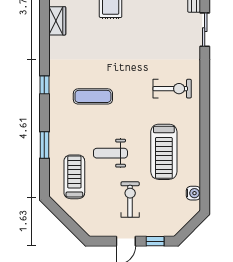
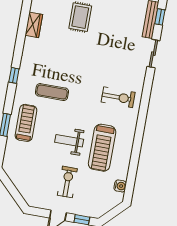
weight bench: (110, 153) -> (69, 141), moved
treadmill: (74, 177) -> (26, 123), moved

